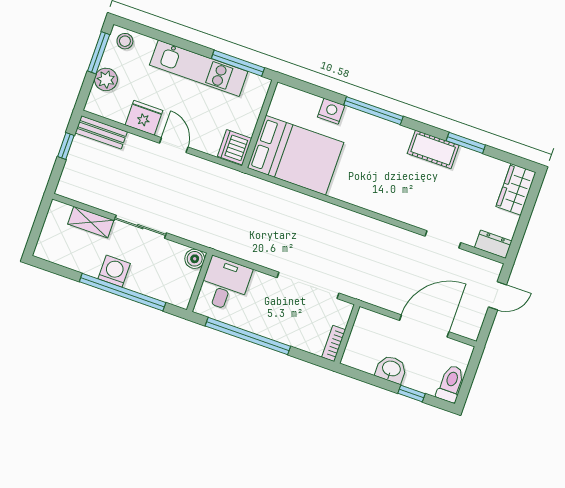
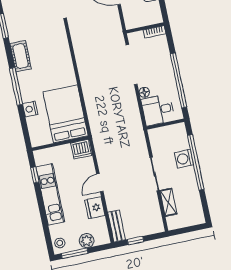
window: (238, 63) -> (35, 175), width x0.46
cot: (433, 149) -> (21, 56), moved
boiler: (195, 259) -> (154, 134), removed
washing machine: (114, 271) -> (184, 159), moved
floor lamp: (260, 280) -> (144, 92), added

